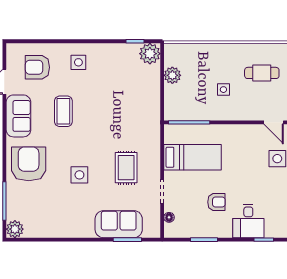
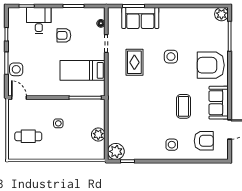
armchair: (29, 164) -> (211, 65), turned 90

